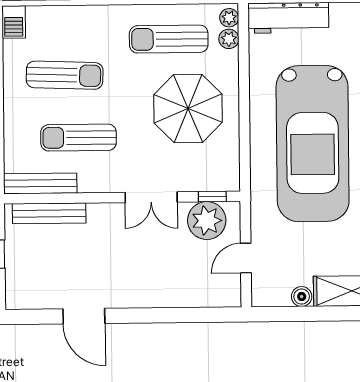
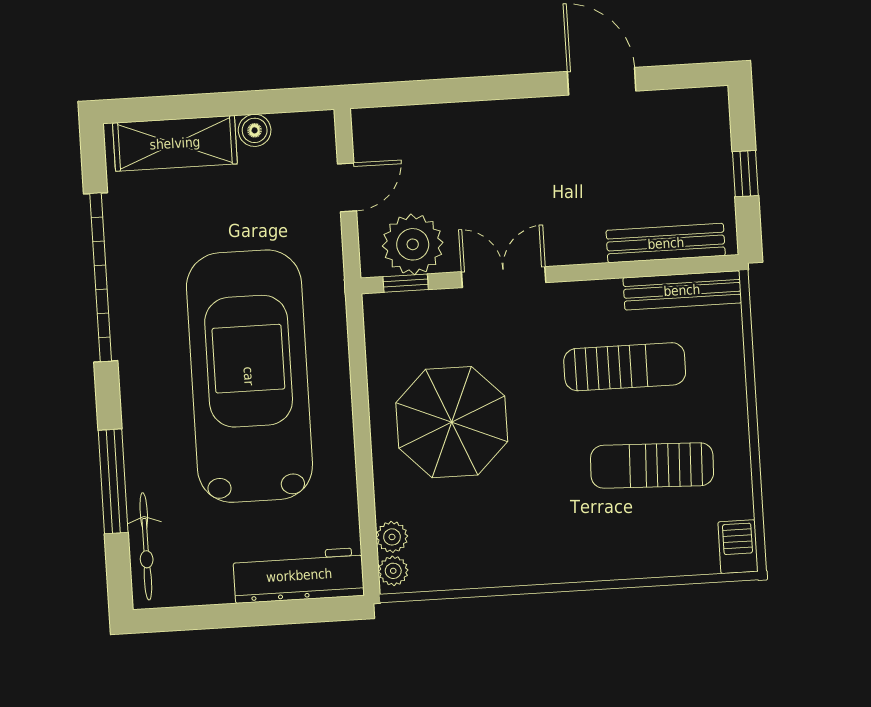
sun lounger: (169, 39) -> (488, 532), removed

